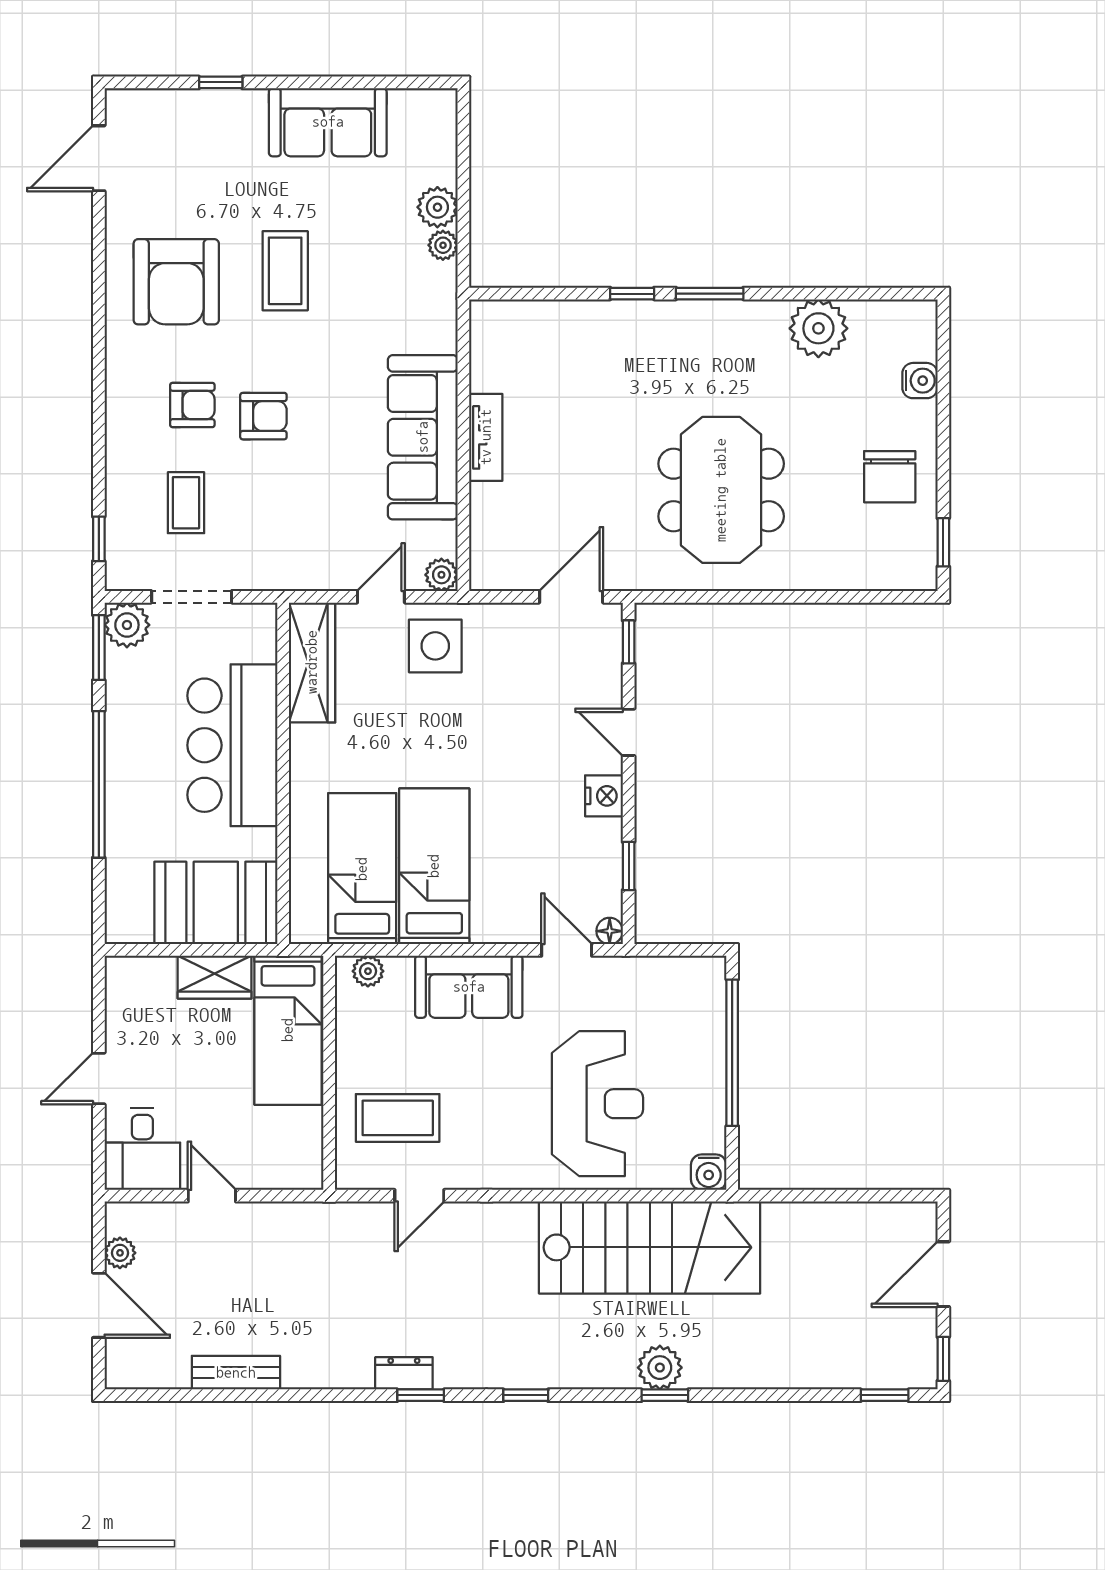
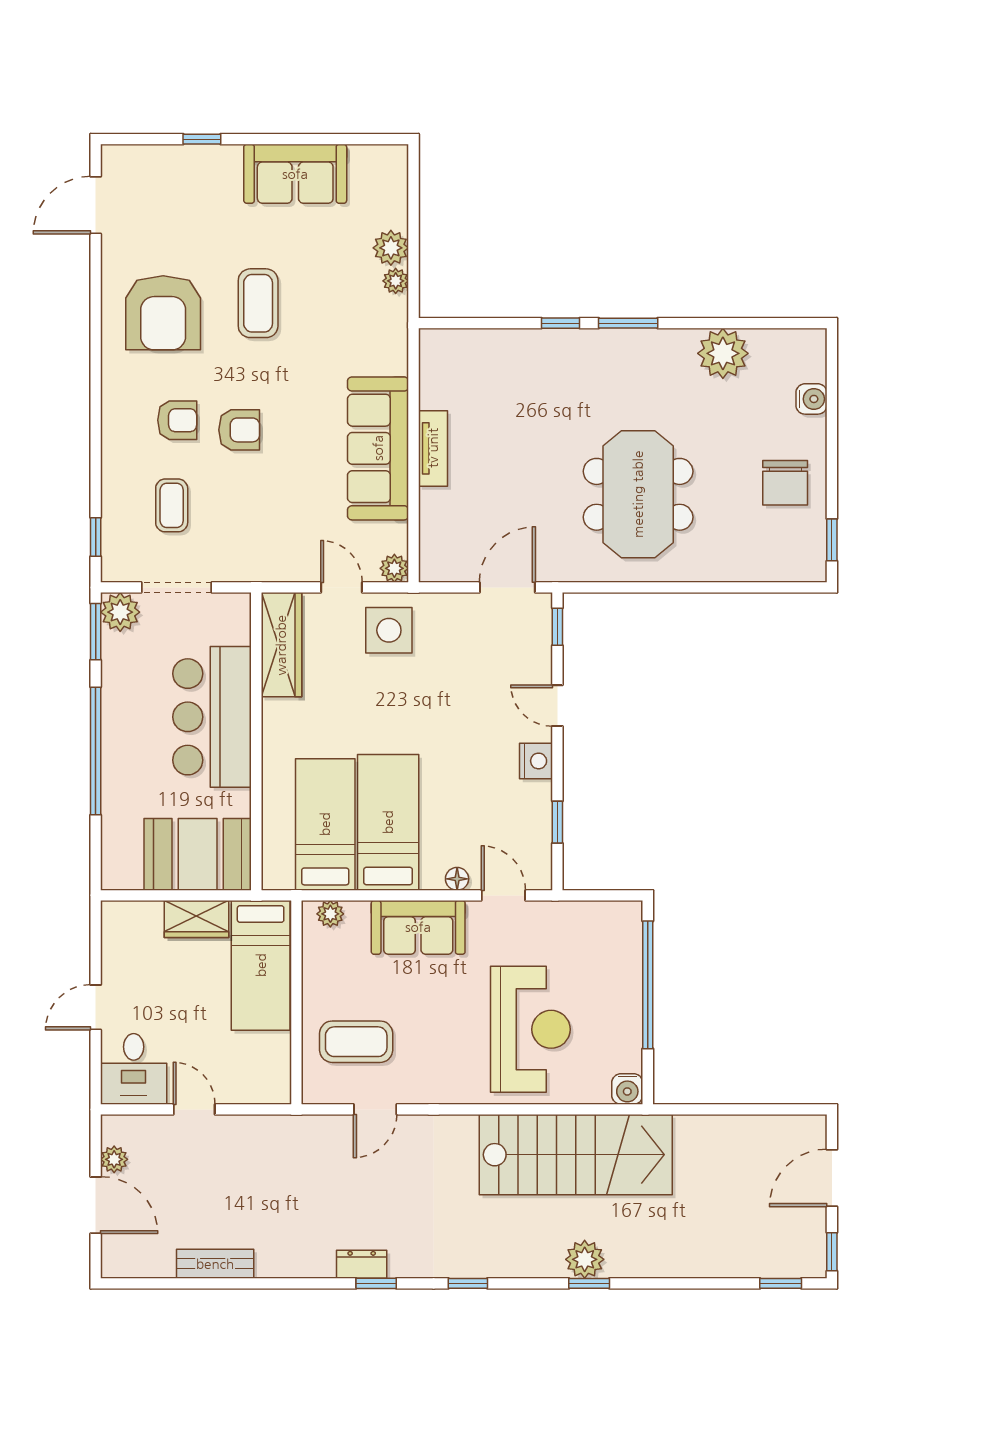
door: (381, 597) -> (342, 587), hinge flipped
floor lamp: (610, 931) -> (457, 879), moved

